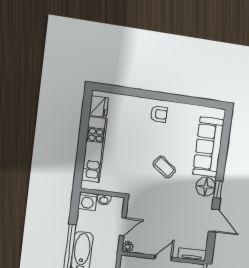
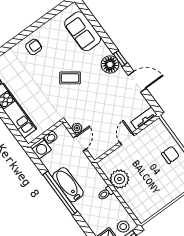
sofa: (208, 147) -> (83, 31), width x0.73
plant: (128, 247) -> (77, 128), moved

